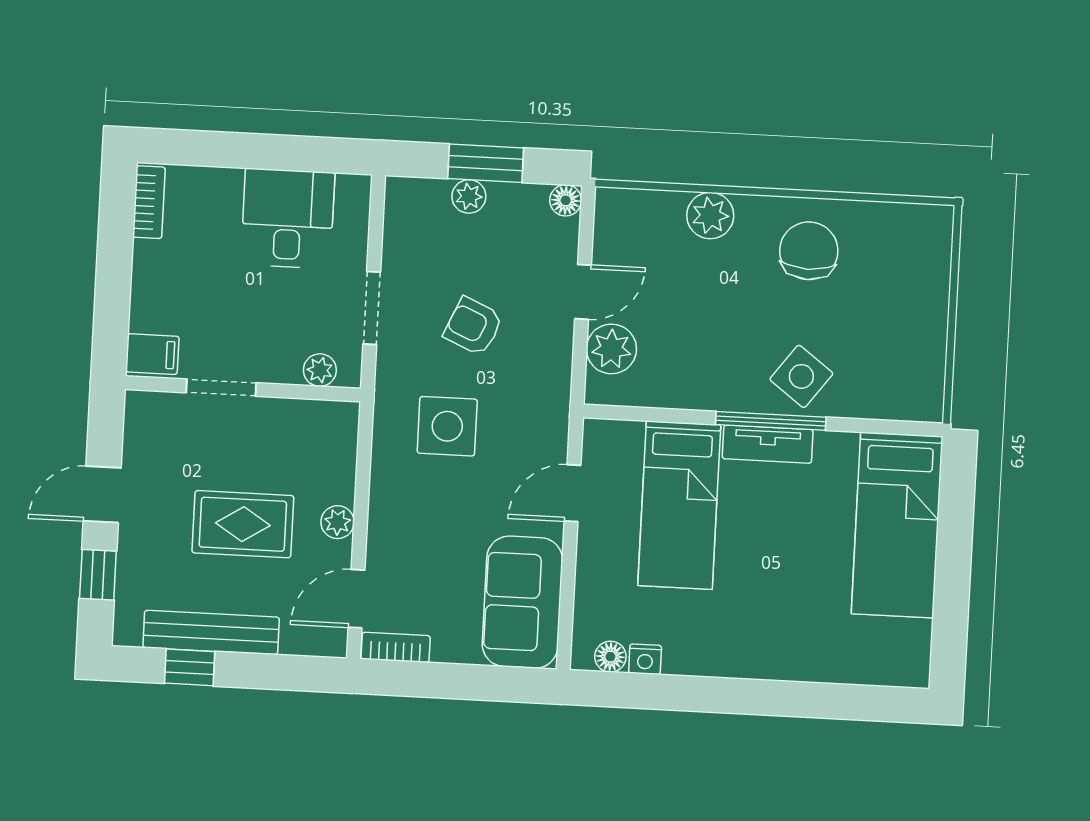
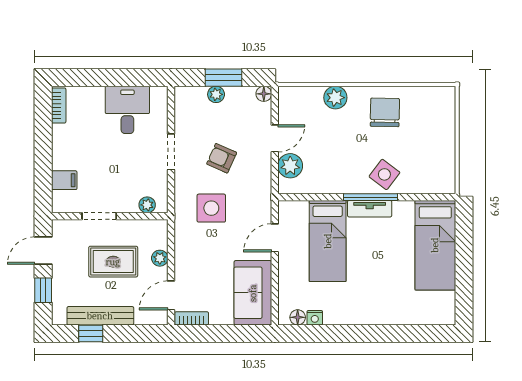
plant: (320, 370) -> (147, 205), moved
doorway: (221, 388) -> (99, 216), moved
wall: (243, 389) -> (110, 216), moved

